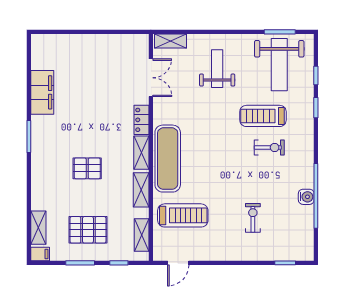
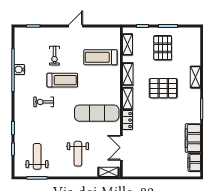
weight bench: (279, 65) -> (37, 156), width x0.73, depth x0.75
treadmill: (263, 116) -> (62, 80), moved
exercise mat: (168, 159) -> (97, 113), moved, turned 90
pallet: (87, 168) -> (163, 88), width x1.50, depth x1.42
shelving: (38, 228) -> (195, 77), moved
pallet: (88, 230) -> (163, 48), turned 90
filing cabinet: (40, 254) -> (194, 162), moved, width x2.00
door: (178, 263) -> (76, 26), moved

